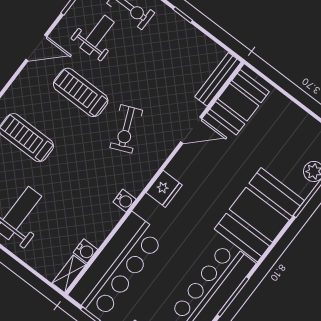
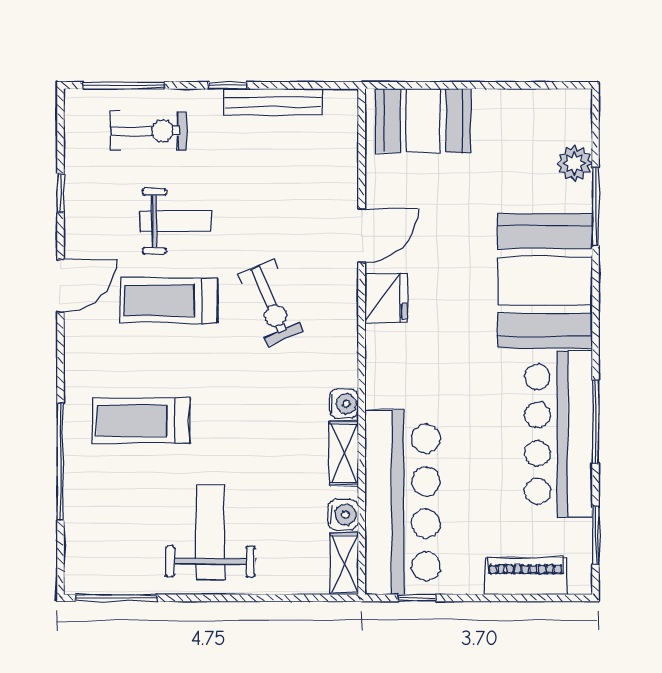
weight bench: (97, 35) -> (176, 221), moved, turned 90
bench: (218, 79) -> (273, 102), moved, turned 90
booth: (238, 102) -> (423, 121), moved, turned 90
fridge: (164, 189) -> (386, 298), moved
shelving: (107, 223) -> (344, 453), added

